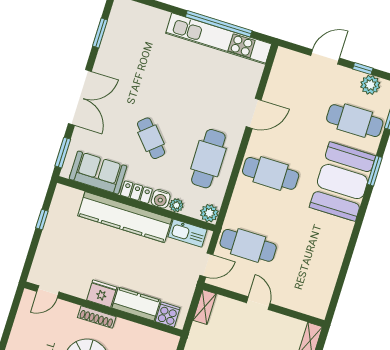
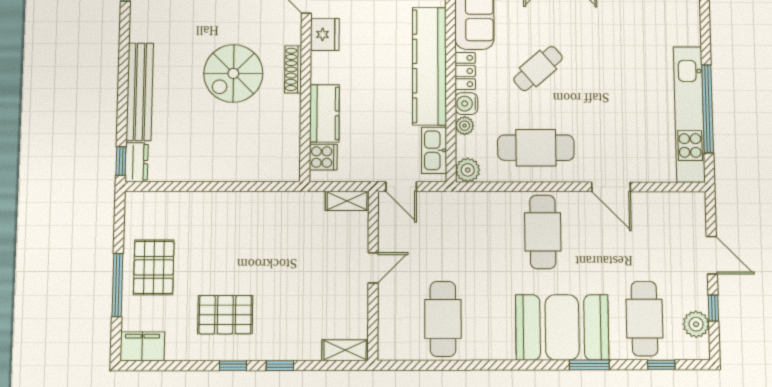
cafe table: (248, 245) -> (443, 319), moved
fridge: (102, 294) -> (325, 34), moved

